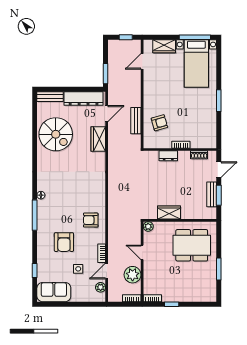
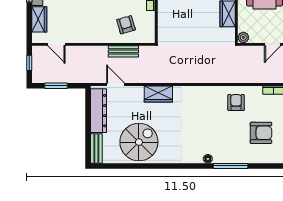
window: (105, 74) -> (56, 86), moved
wardrobe: (98, 139) -> (158, 94), moved
dresser: (168, 156) -> (163, 15), removed
armchair: (91, 220) -> (236, 103), turned 180

